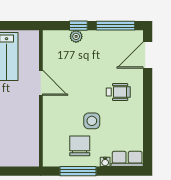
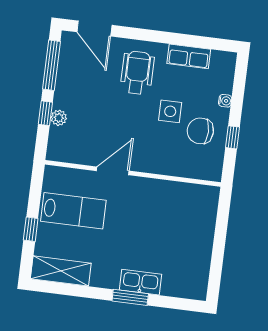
wheelchair: (118, 92) -> (137, 73), width x1.36, depth x1.37
row of seats: (127, 159) -> (189, 56), moved, turned -90
window: (78, 171) -> (233, 137), width x0.46

